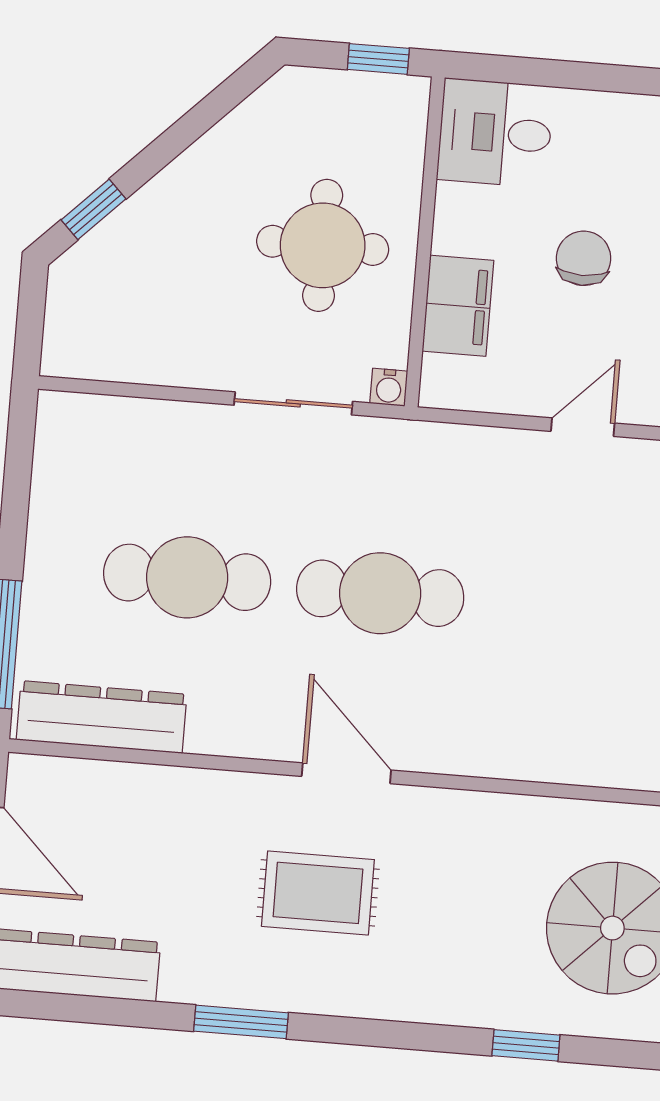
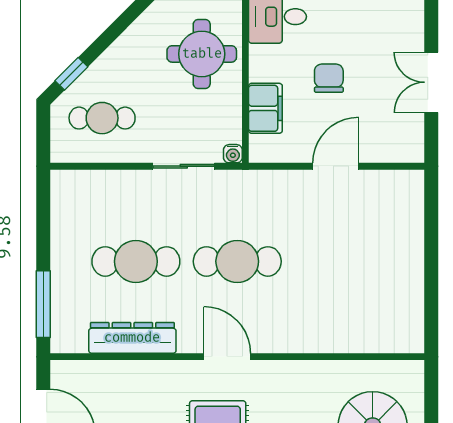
round table: (323, 245) -> (202, 54), moved
cafe table: (145, 299) -> (102, 118), added
door: (583, 427) -> (336, 166), width x1.38
dresser: (102, 717) -> (132, 338), moved

